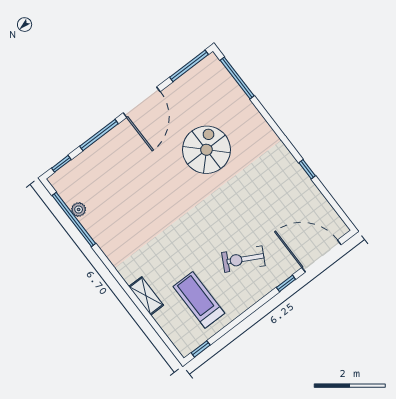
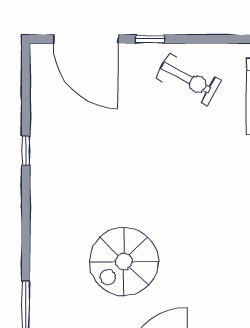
exercise bike: (243, 259) -> (189, 79), moved

